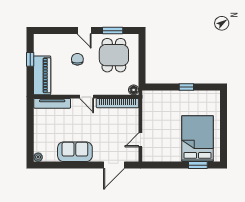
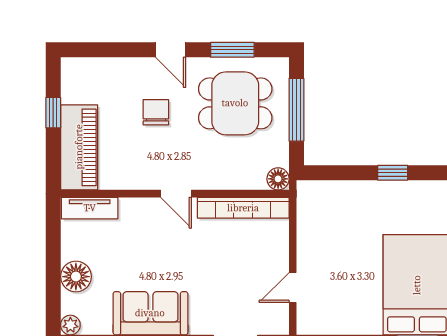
dining table: (114, 55) -> (235, 103), turned 90
window: (142, 58) -> (296, 110), added
tv unit: (52, 103) -> (90, 208), width x0.71
floor lamp: (41, 135) -> (76, 277), added

